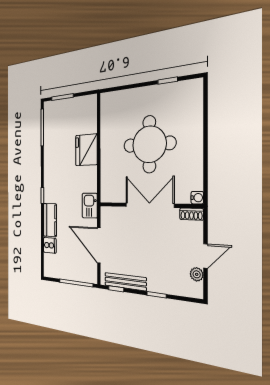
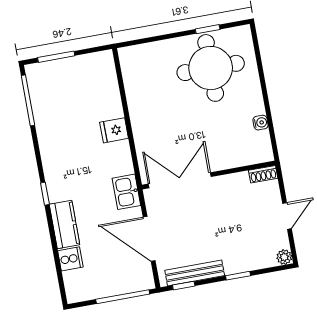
round table: (149, 144) -> (211, 68), moved
fridge: (86, 150) -> (114, 130), width x0.53, depth x0.75
water cooler: (197, 198) -> (261, 123), moved
double door: (149, 205) -> (180, 180), moved
plant: (197, 274) -> (284, 257), moved

